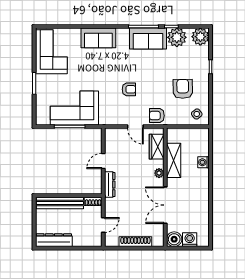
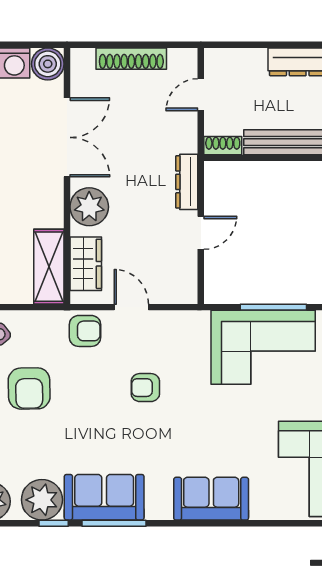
shelving: (174, 160) -> (49, 267), moved
plant: (159, 173) -> (89, 207), width x1.88, depth x1.88

